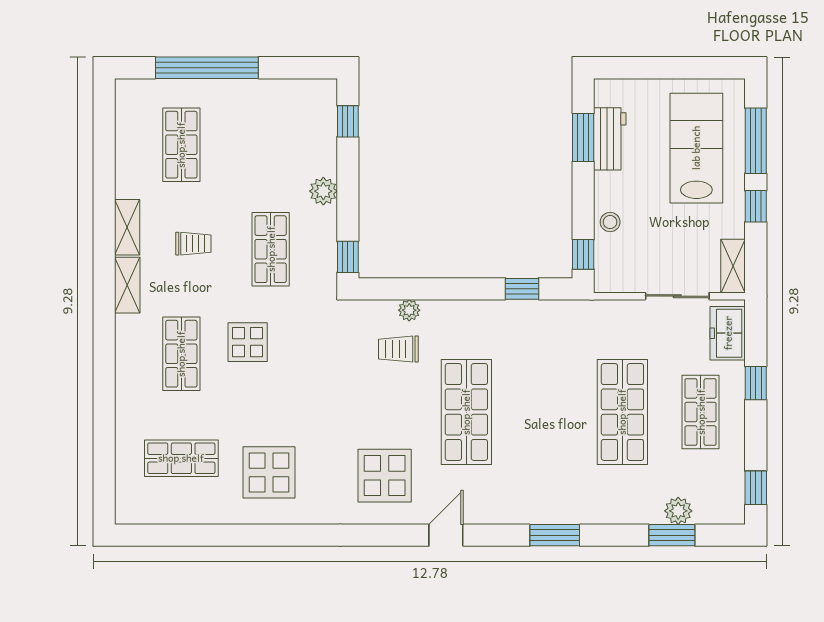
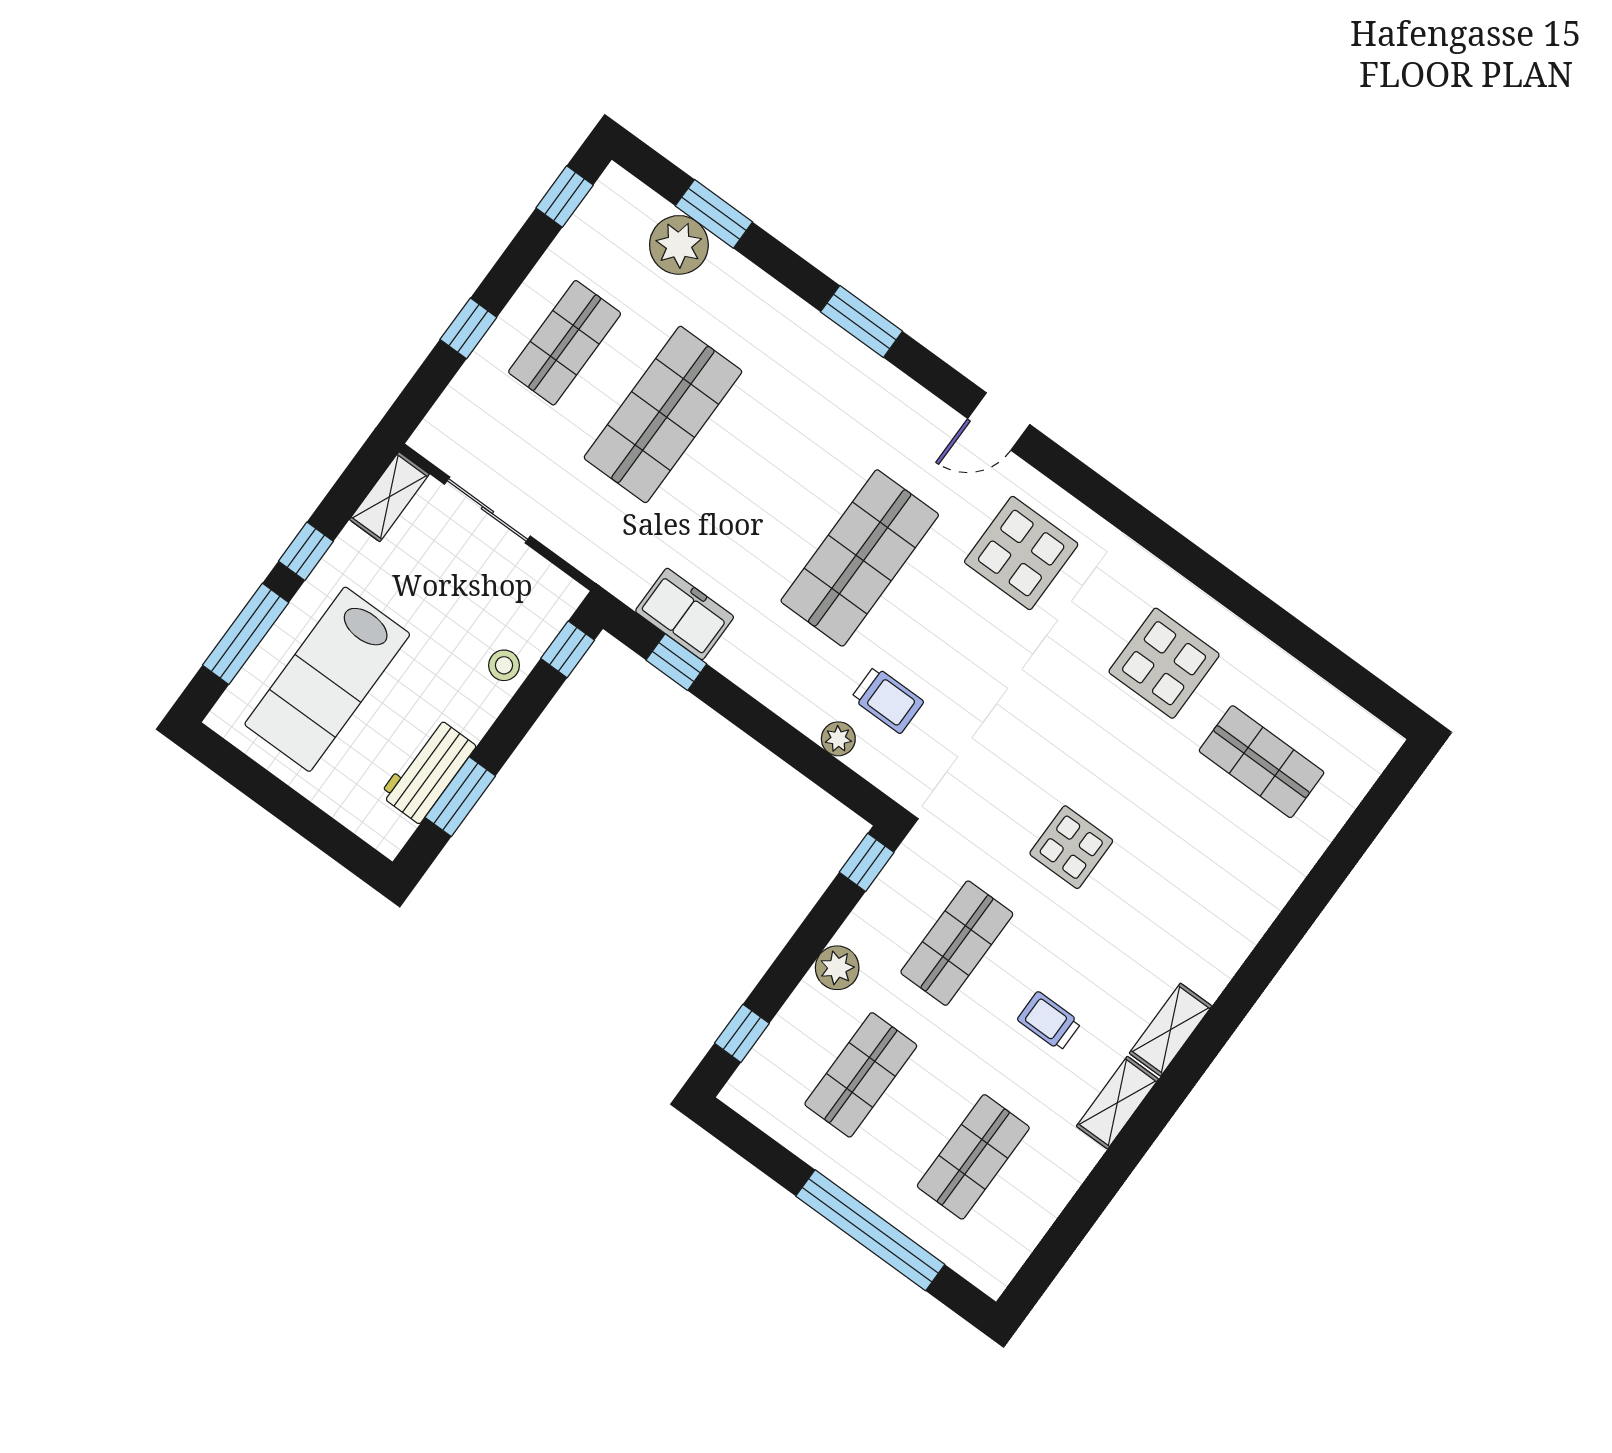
freezer: (728, 333) -> (685, 614), moved, turned -90
shop shelf: (181, 354) -> (861, 1075), moved
plant: (678, 511) -> (679, 245), width x1.36, depth x1.36

